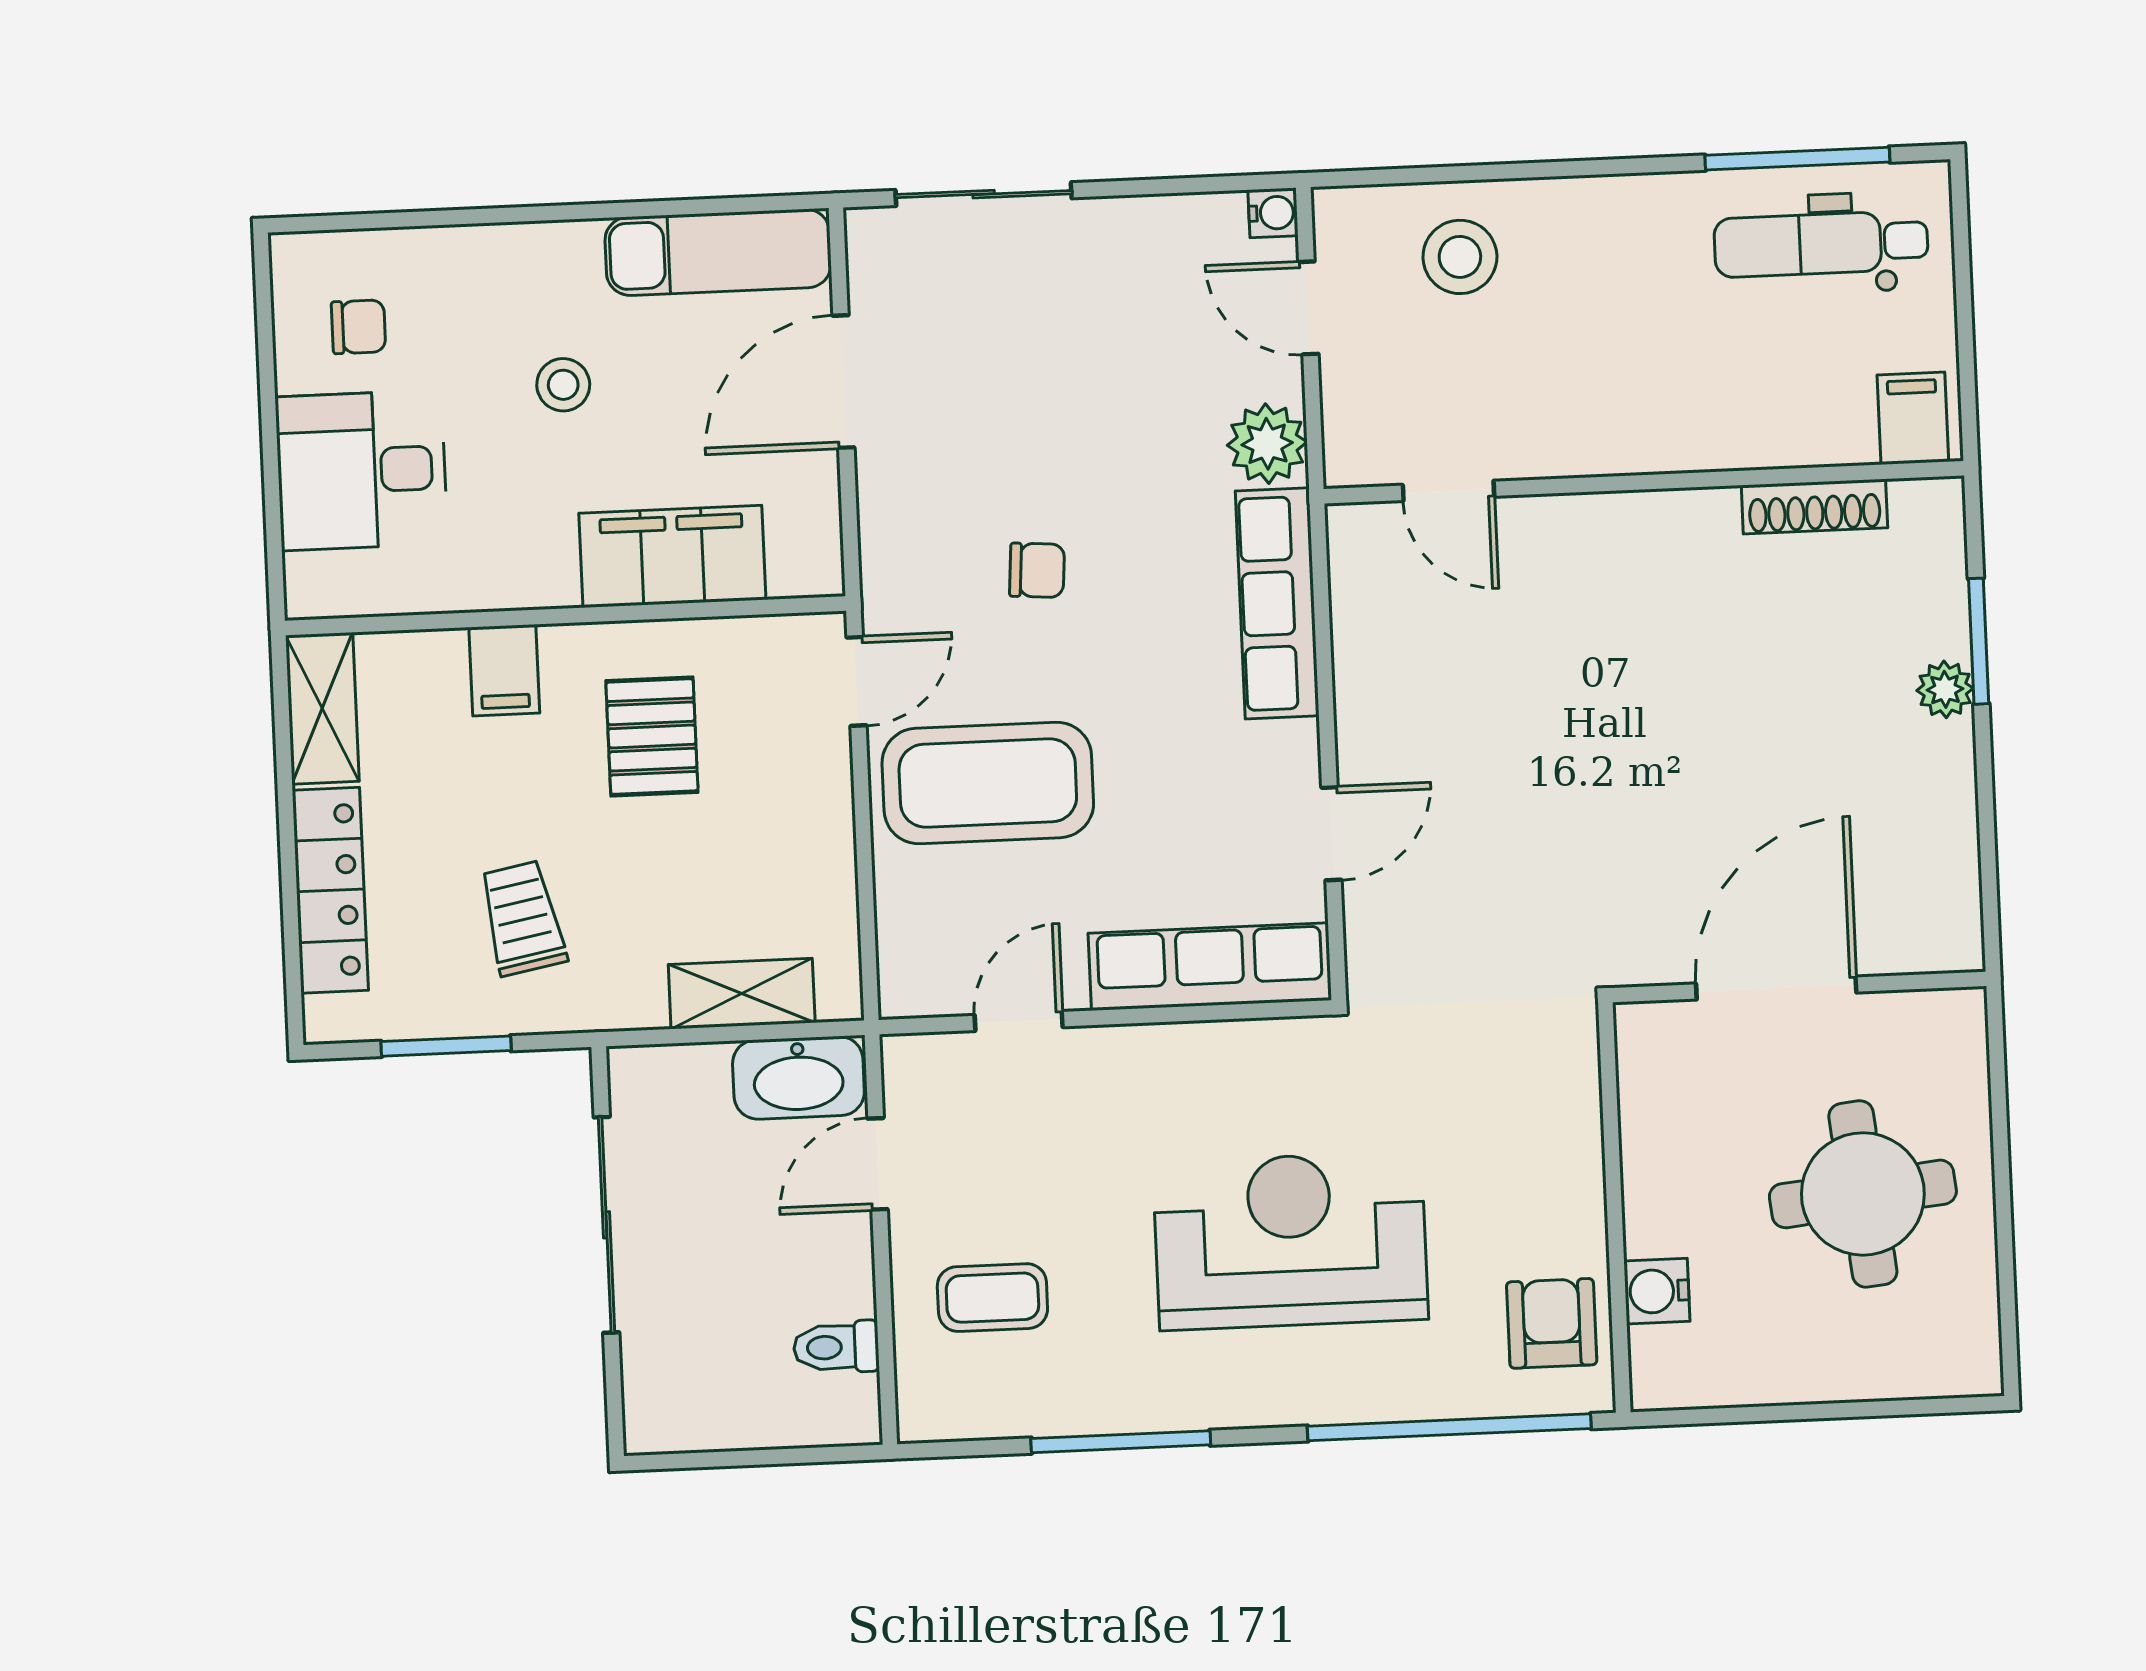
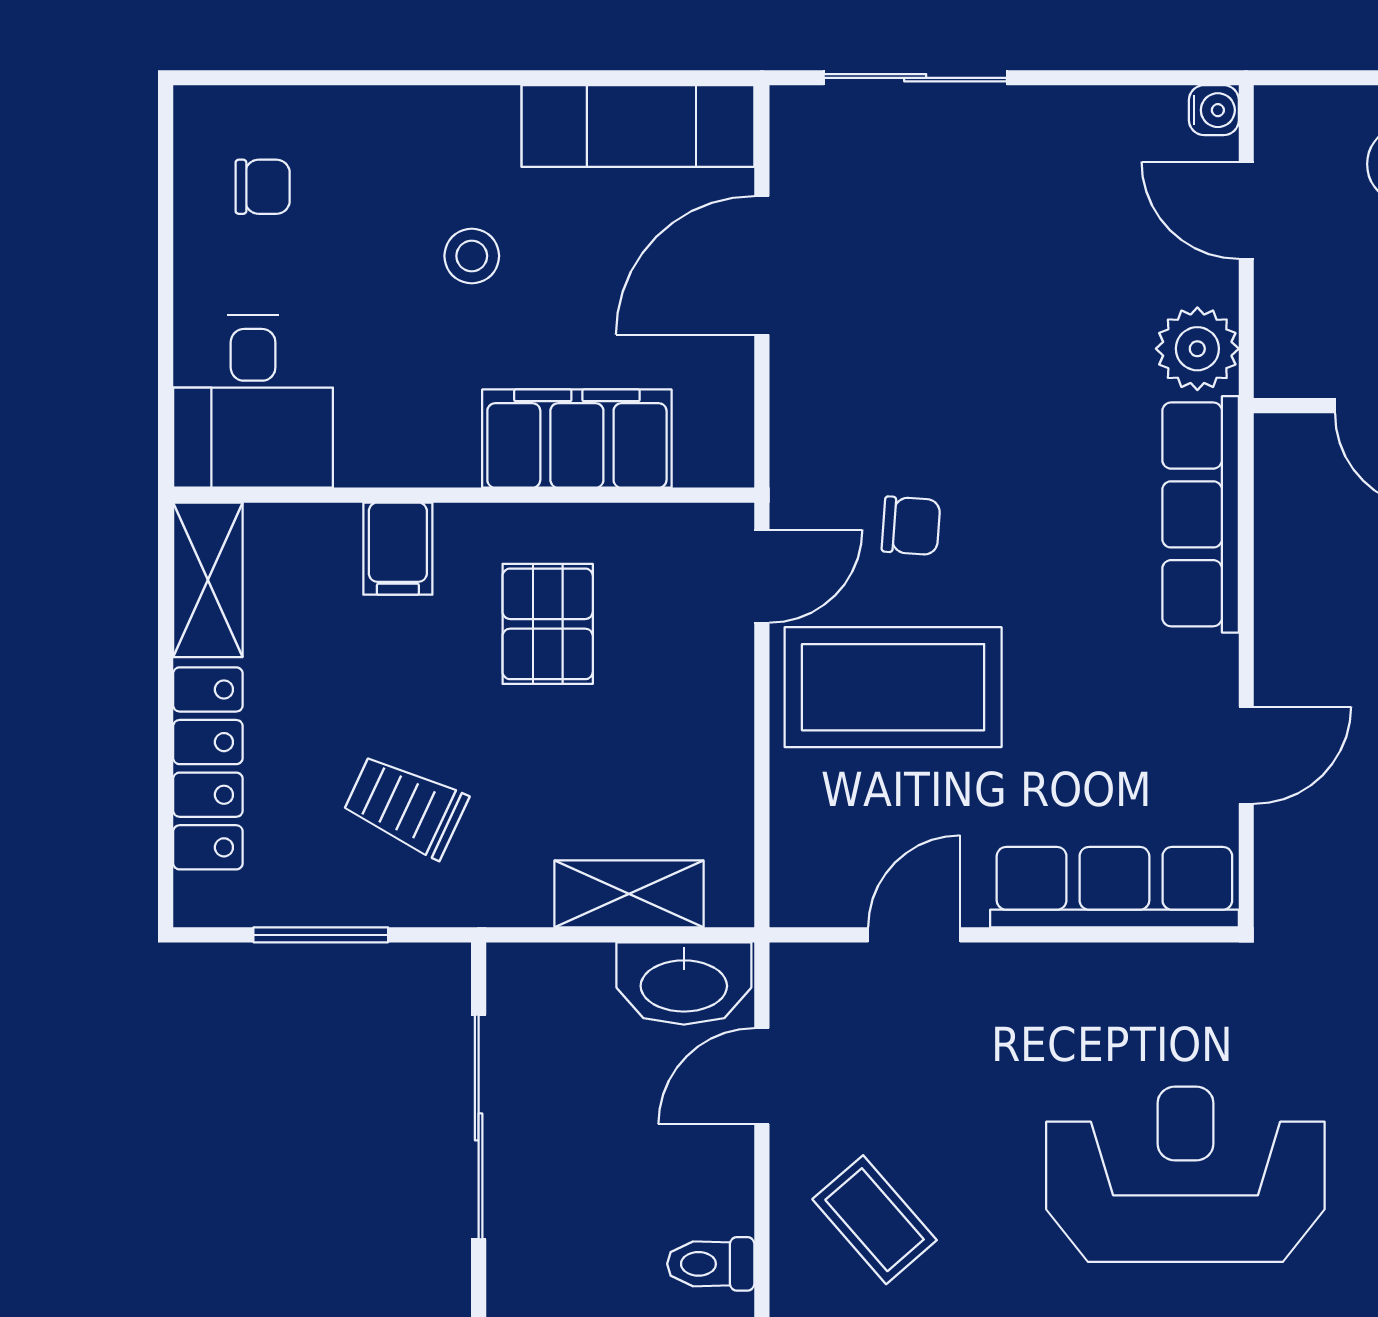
desk: (362, 470) -> (253, 401), moved, turned -90
chair: (1037, 570) -> (911, 526), moved
trolley: (522, 918) -> (406, 806), turned -54
coffee table: (992, 1298) -> (875, 1220), turned 49

